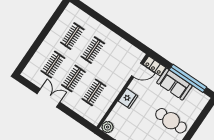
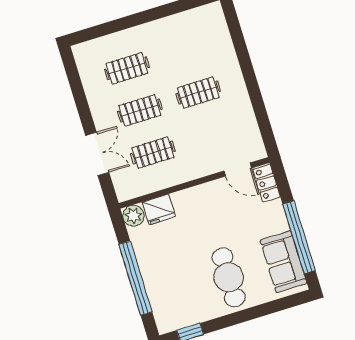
clothes rail: (72, 36) -> (185, 50), removed
sofa: (174, 84) -> (284, 262), moved
double door: (48, 98) -> (97, 154), moved
fridge: (128, 98) -> (159, 209), moved

